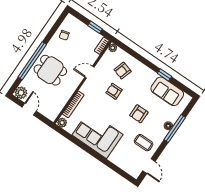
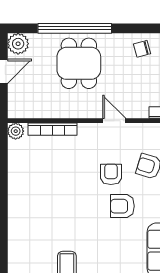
armchair: (139, 114) -> (122, 206), moved
corner sofa: (98, 135) -> (33, 193), removed

